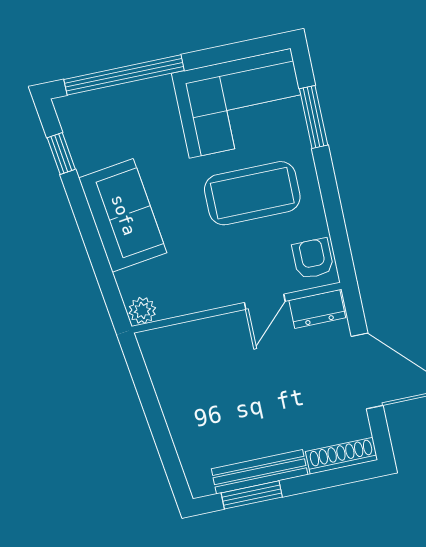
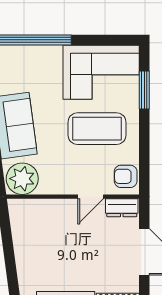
armchair: (313, 259) -> (126, 176), turned -90
plant: (142, 310) -> (22, 179), width x1.87, depth x1.87

